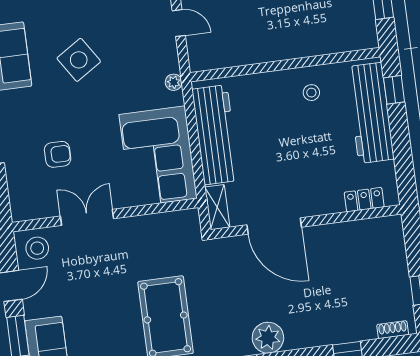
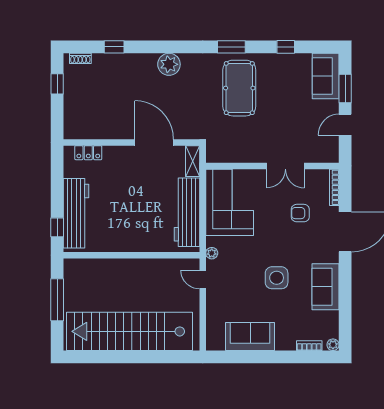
door: (179, 23) -> (203, 280), moved
side table: (79, 60) -> (277, 278), turned 33
stool: (311, 93) -> (116, 233), removed
bookcase: (15, 196) -> (334, 187), added
stool: (37, 248) -> (323, 149), removed

